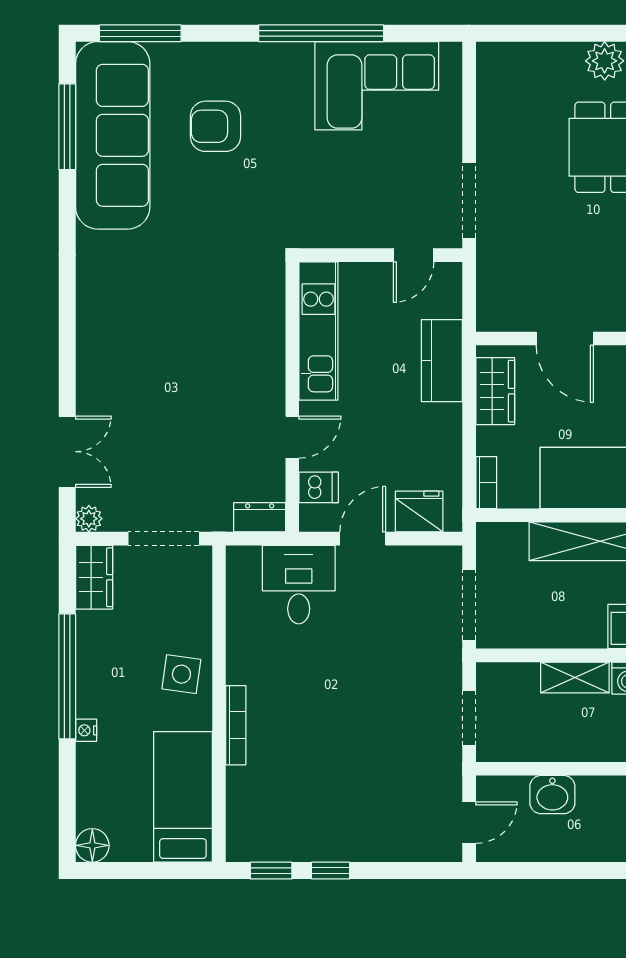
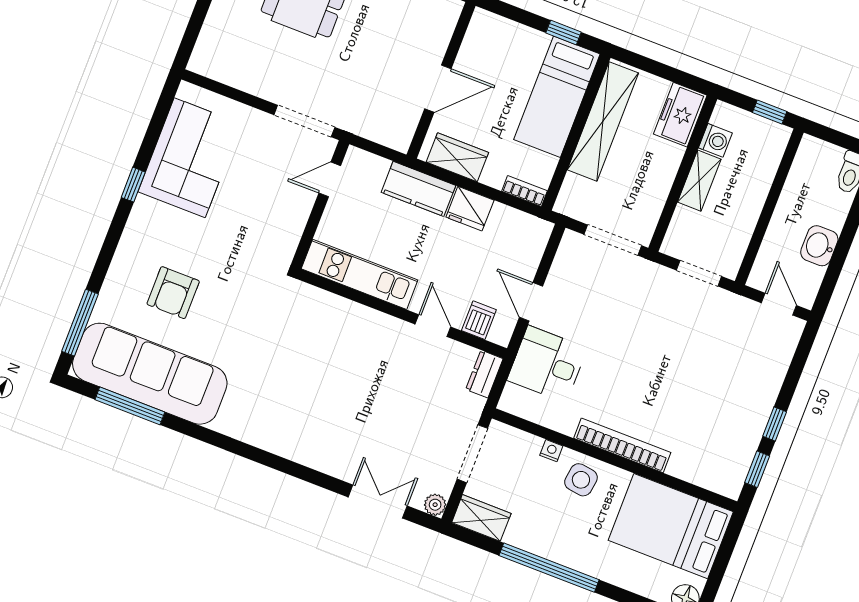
window: (321, 33) -> (133, 185), width x0.32
door: (414, 255) -> (330, 179), swing flipped
fridge: (419, 512) -> (470, 209), moved, turned -90
bookcase: (236, 725) -> (622, 445), width x1.48, depth x1.31
nightstand: (86, 730) -> (551, 451), moved, turned 180
washbasin: (552, 795) -> (819, 246), moved, turned 180
bed: (183, 797) -> (671, 526), width x1.50

